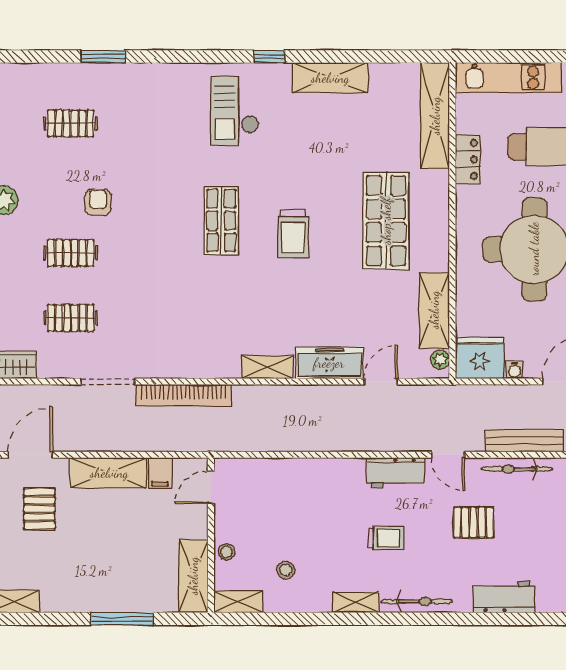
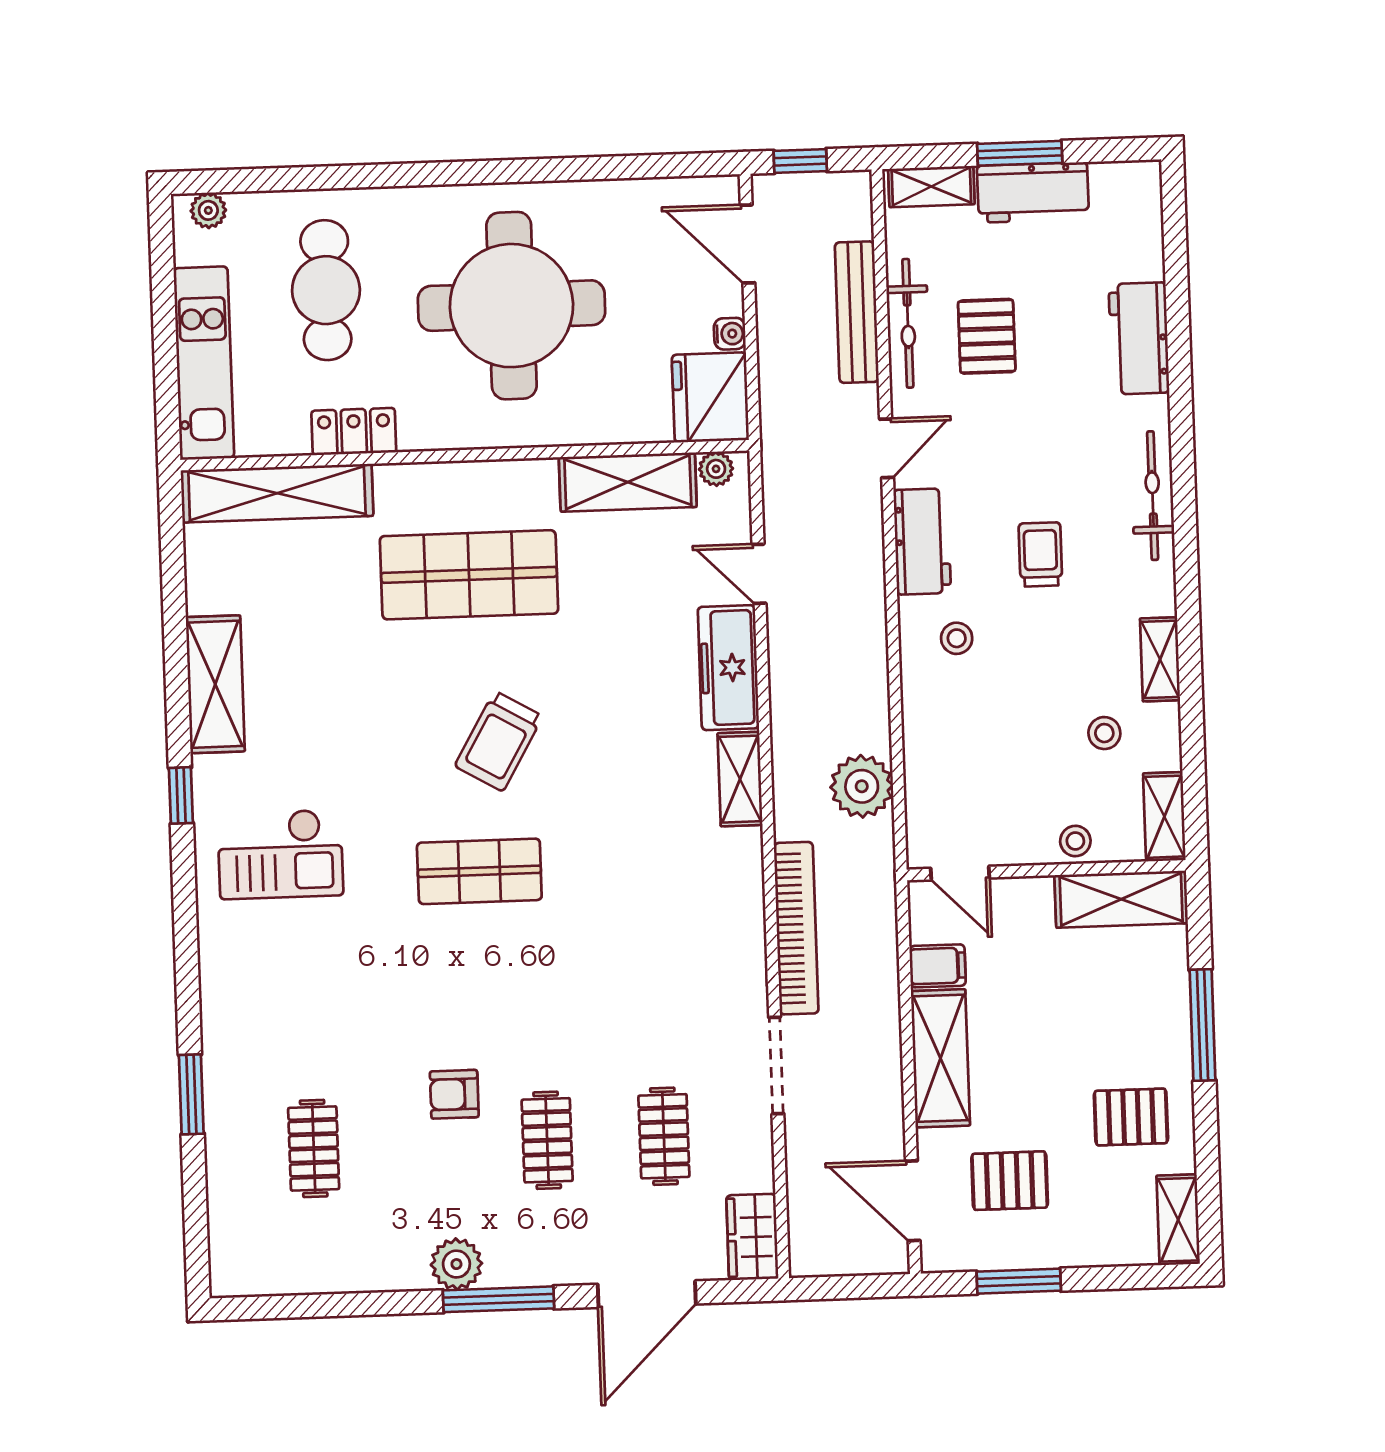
trolley: (293, 234) -> (499, 741), turned 120
plant: (261, 434) -> (862, 786), added
stool: (341, 490) -> (957, 638), added
pallet: (474, 522) -> (987, 336), moved
pallet: (72, 577) -> (1131, 1117), added
shelving: (356, 602) -> (1160, 659), moved

